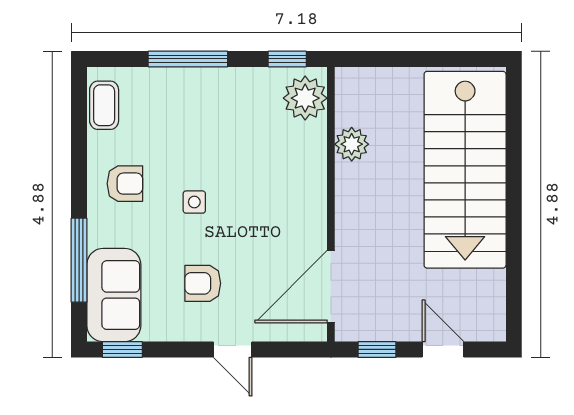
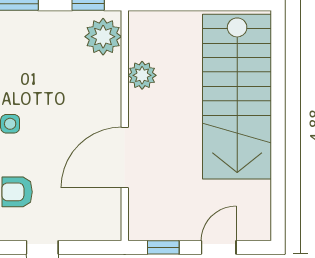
door: (331, 287) -> (125, 158), moved
door: (443, 349) -> (219, 247), hinge flipped

